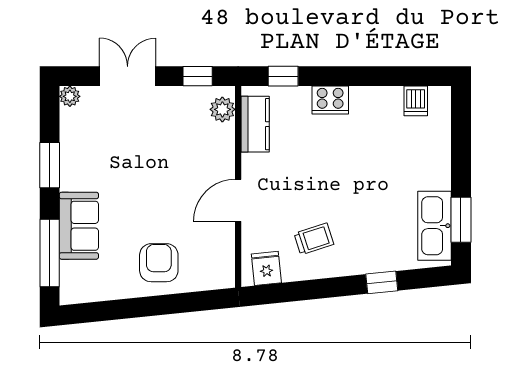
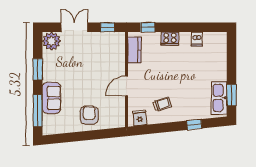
plant: (70, 96) -> (51, 41), width x1.88, depth x1.88
dishwasher: (416, 101) -> (197, 39), moved
plant: (222, 109) -> (119, 43), removed

